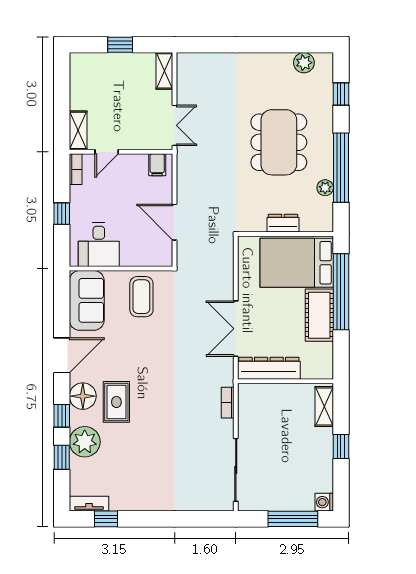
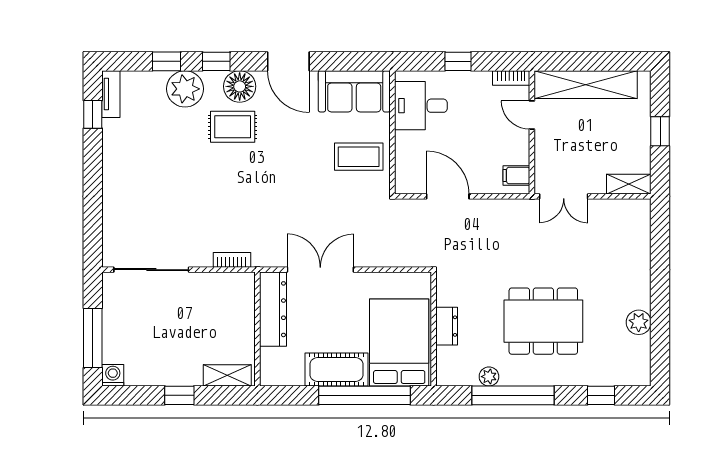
plant: (304, 63) -> (639, 322), moved
shelving: (78, 130) -> (586, 85), width x2.20, depth x1.33
door: (175, 222) -> (448, 196), hinge flipped

